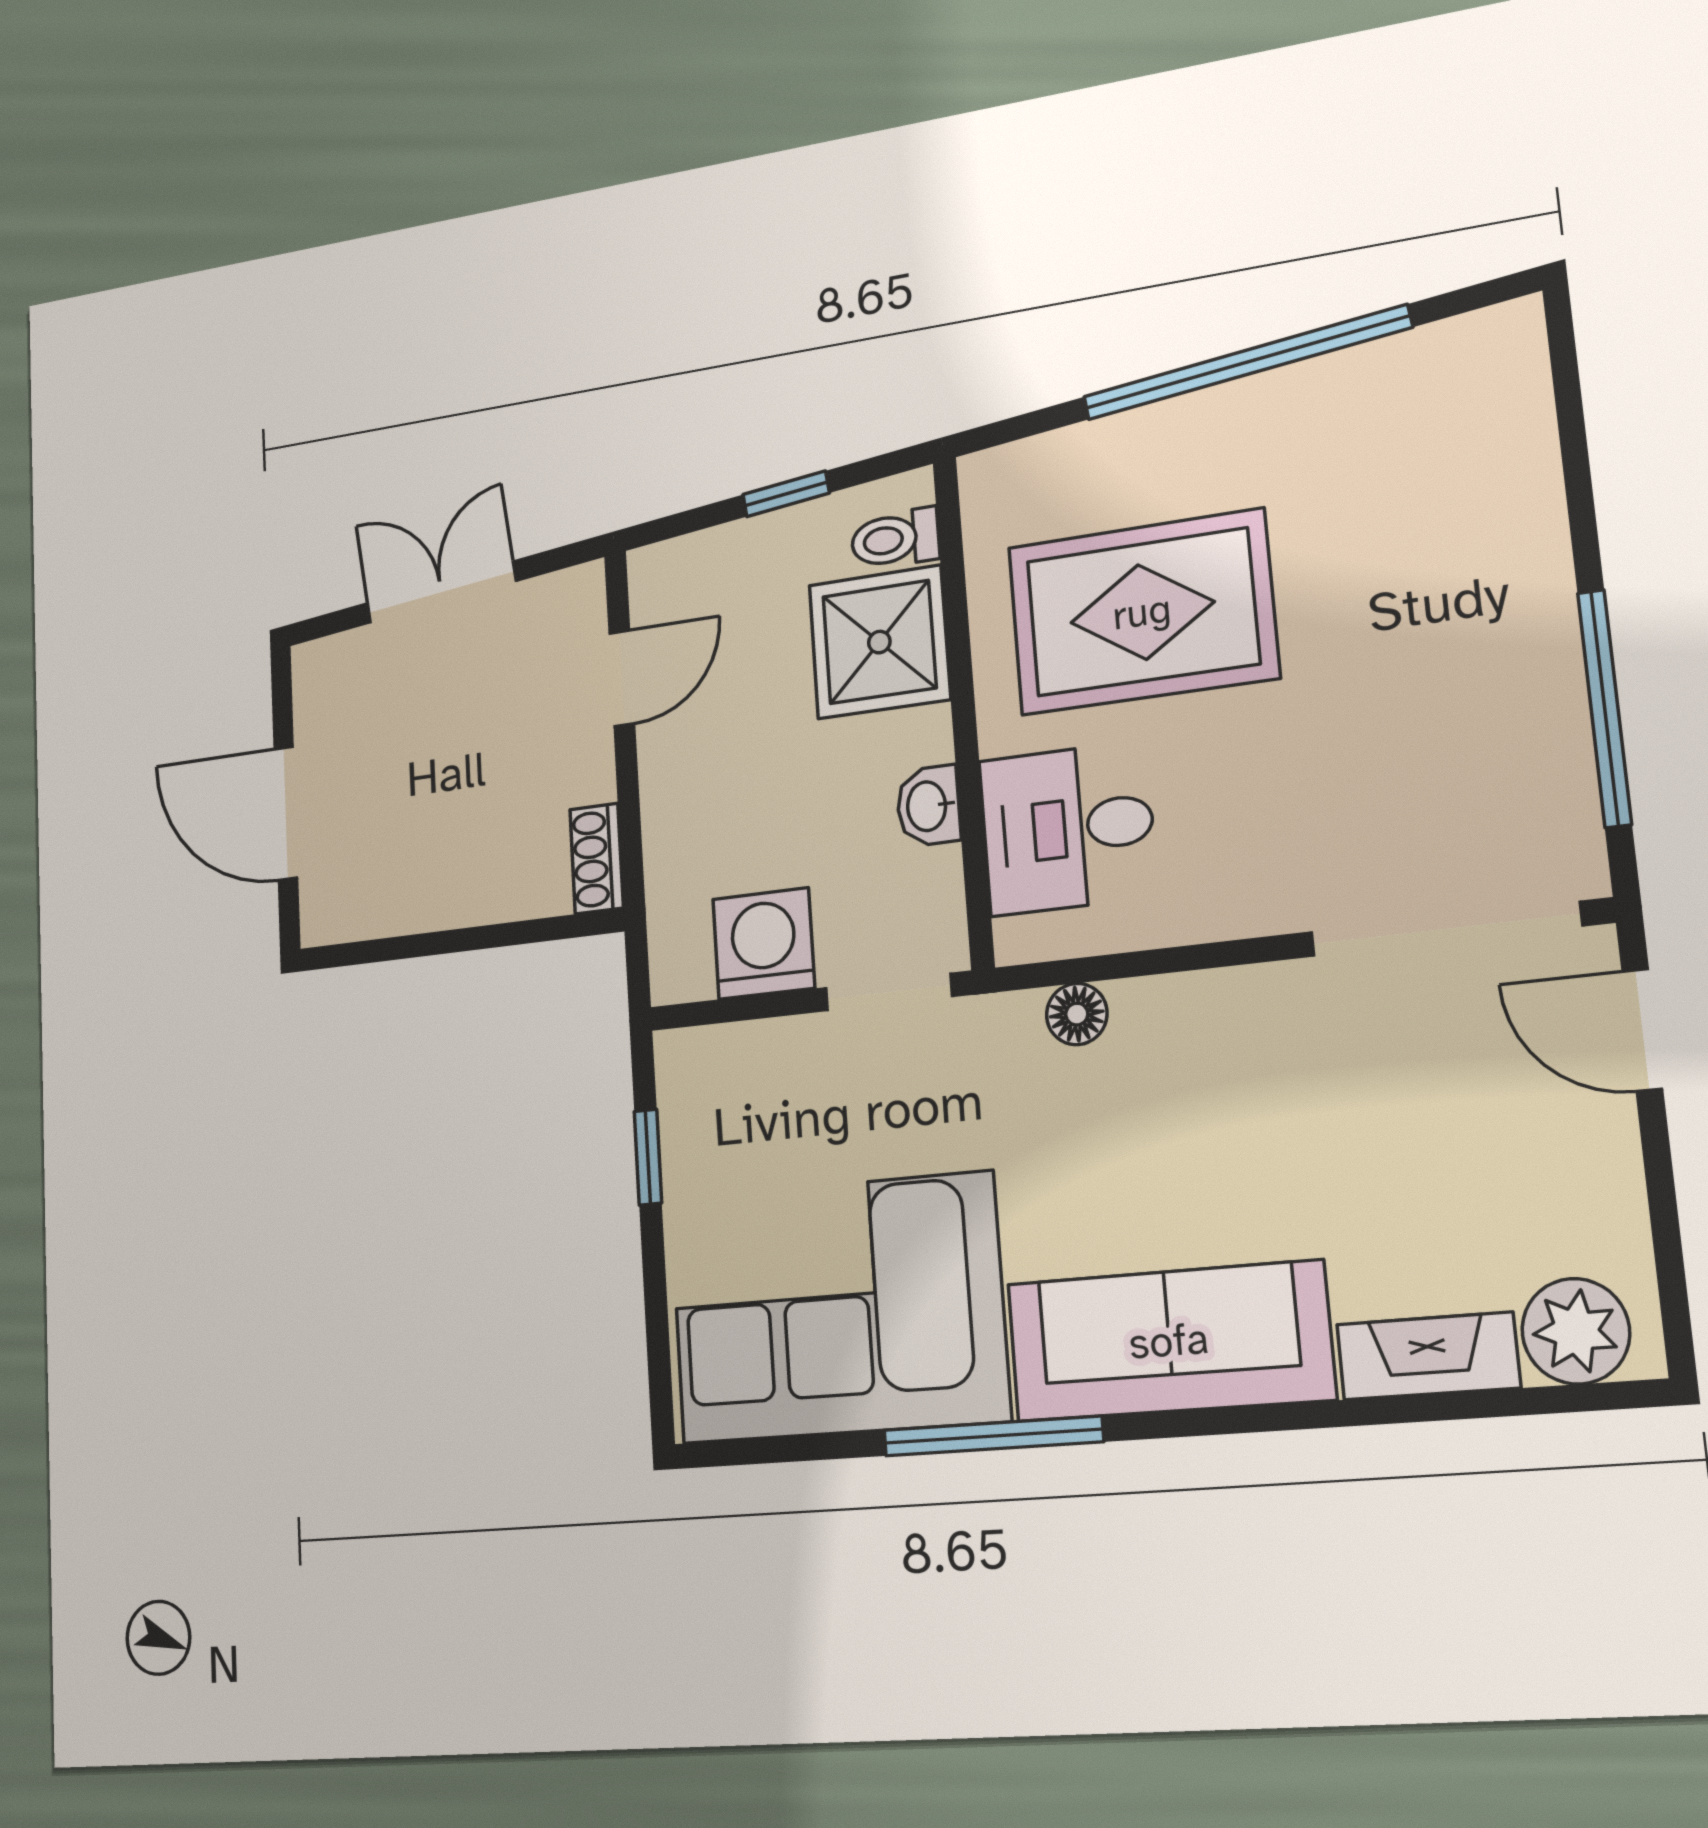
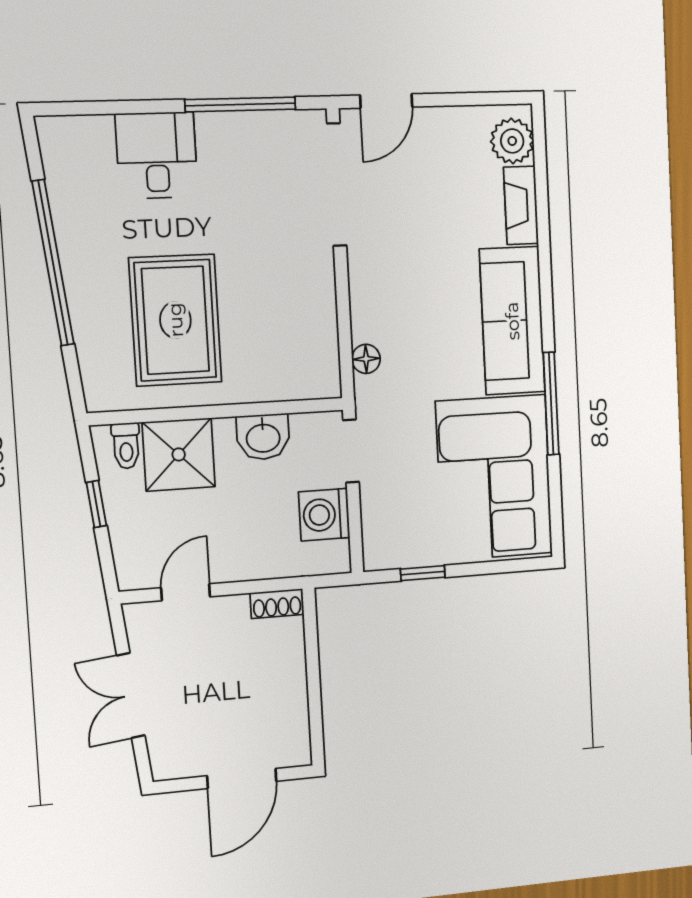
door: (622, 678) -> (186, 592), hinge flipped
washbasin: (928, 806) -> (263, 437), width x1.38, depth x1.45
desk: (1068, 828) -> (157, 155), moved, turned 180

